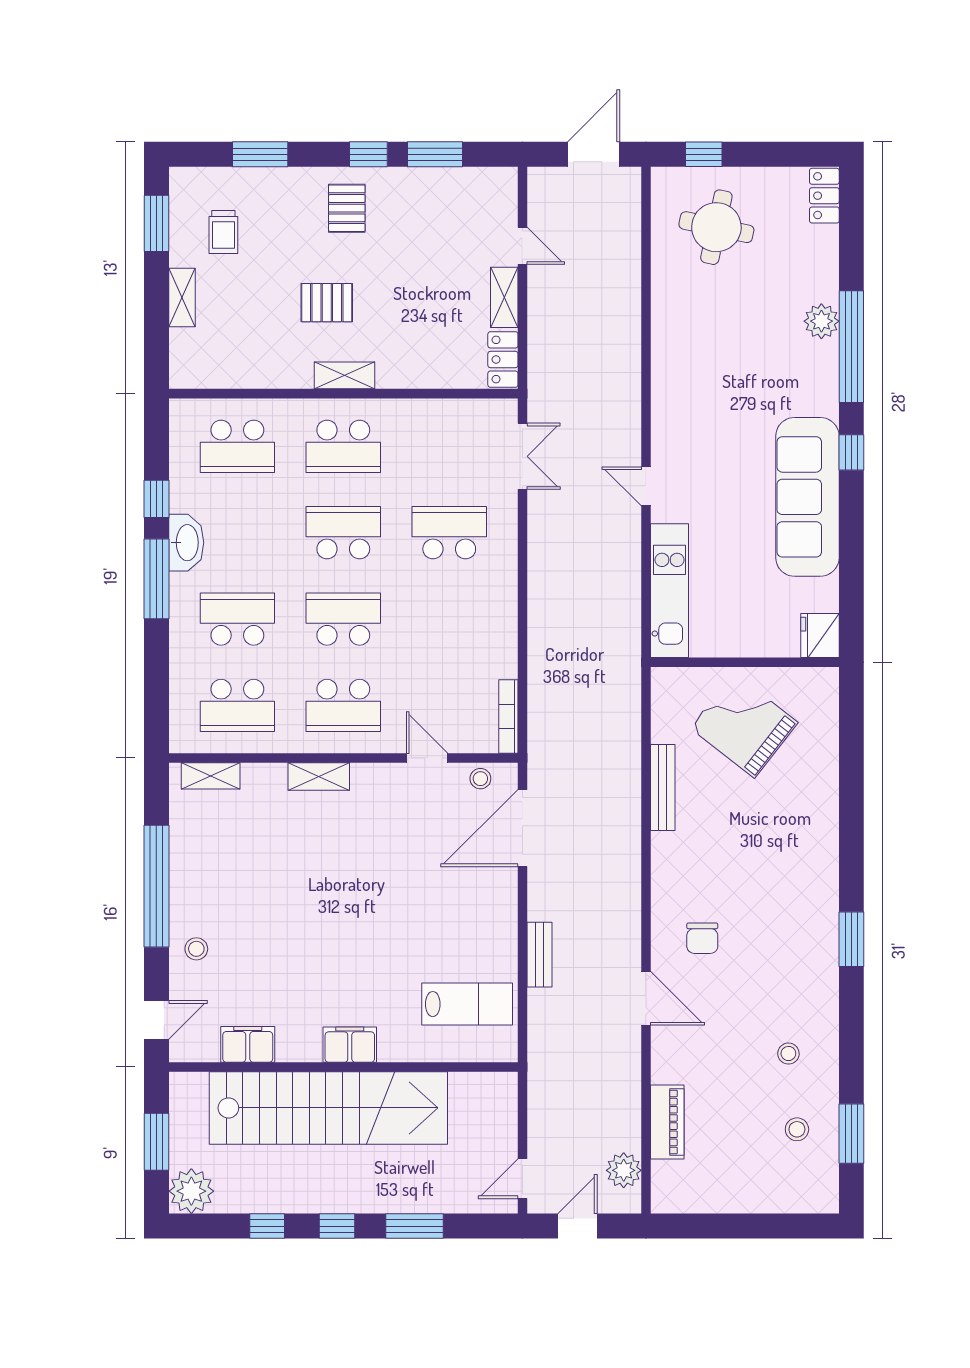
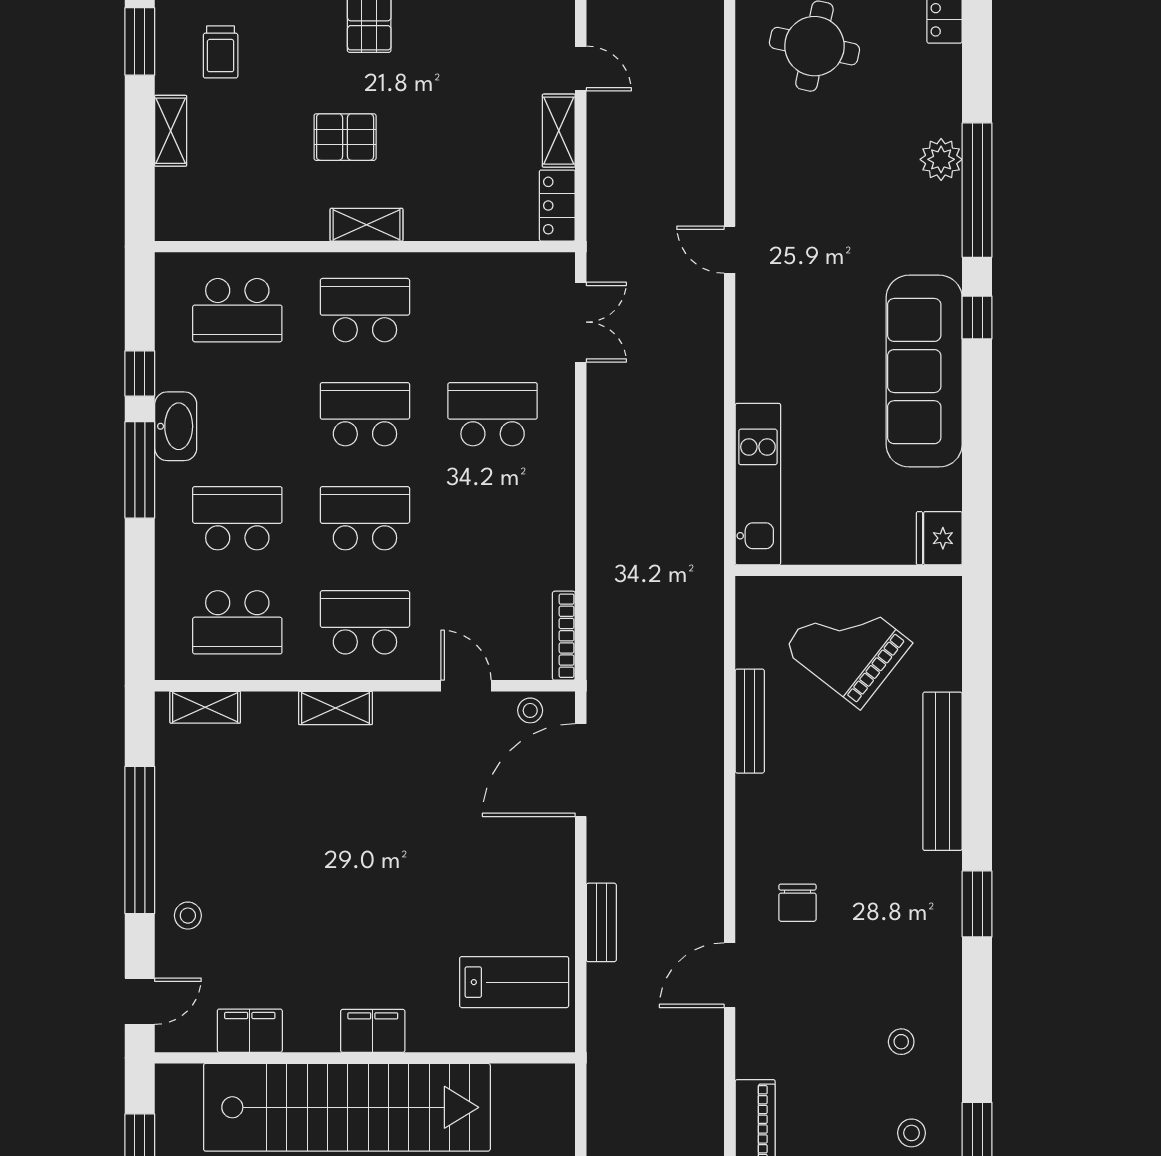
school desk: (343, 446) -> (365, 310), turned 180
door: (646, 486) -> (730, 250), moved
school desk: (343, 705) -> (365, 622), turned 180
bench: (823, 829) -> (942, 771), added
door: (646, 998) -> (730, 975), swing flipped

